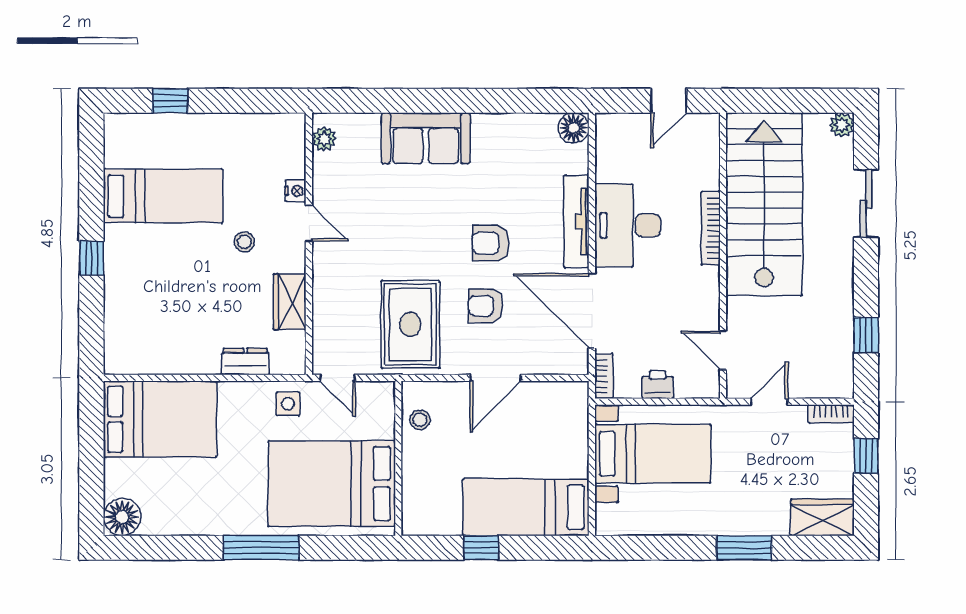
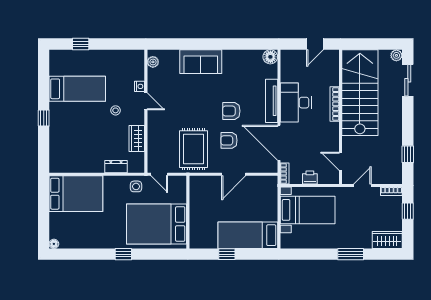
sliding door: (866, 204) -> (408, 80), moved
stool: (420, 420) -> (198, 194), removed
floor lamp: (122, 517) -> (54, 244), width x0.53, depth x0.53
window: (261, 548) -> (123, 254), width x0.46

